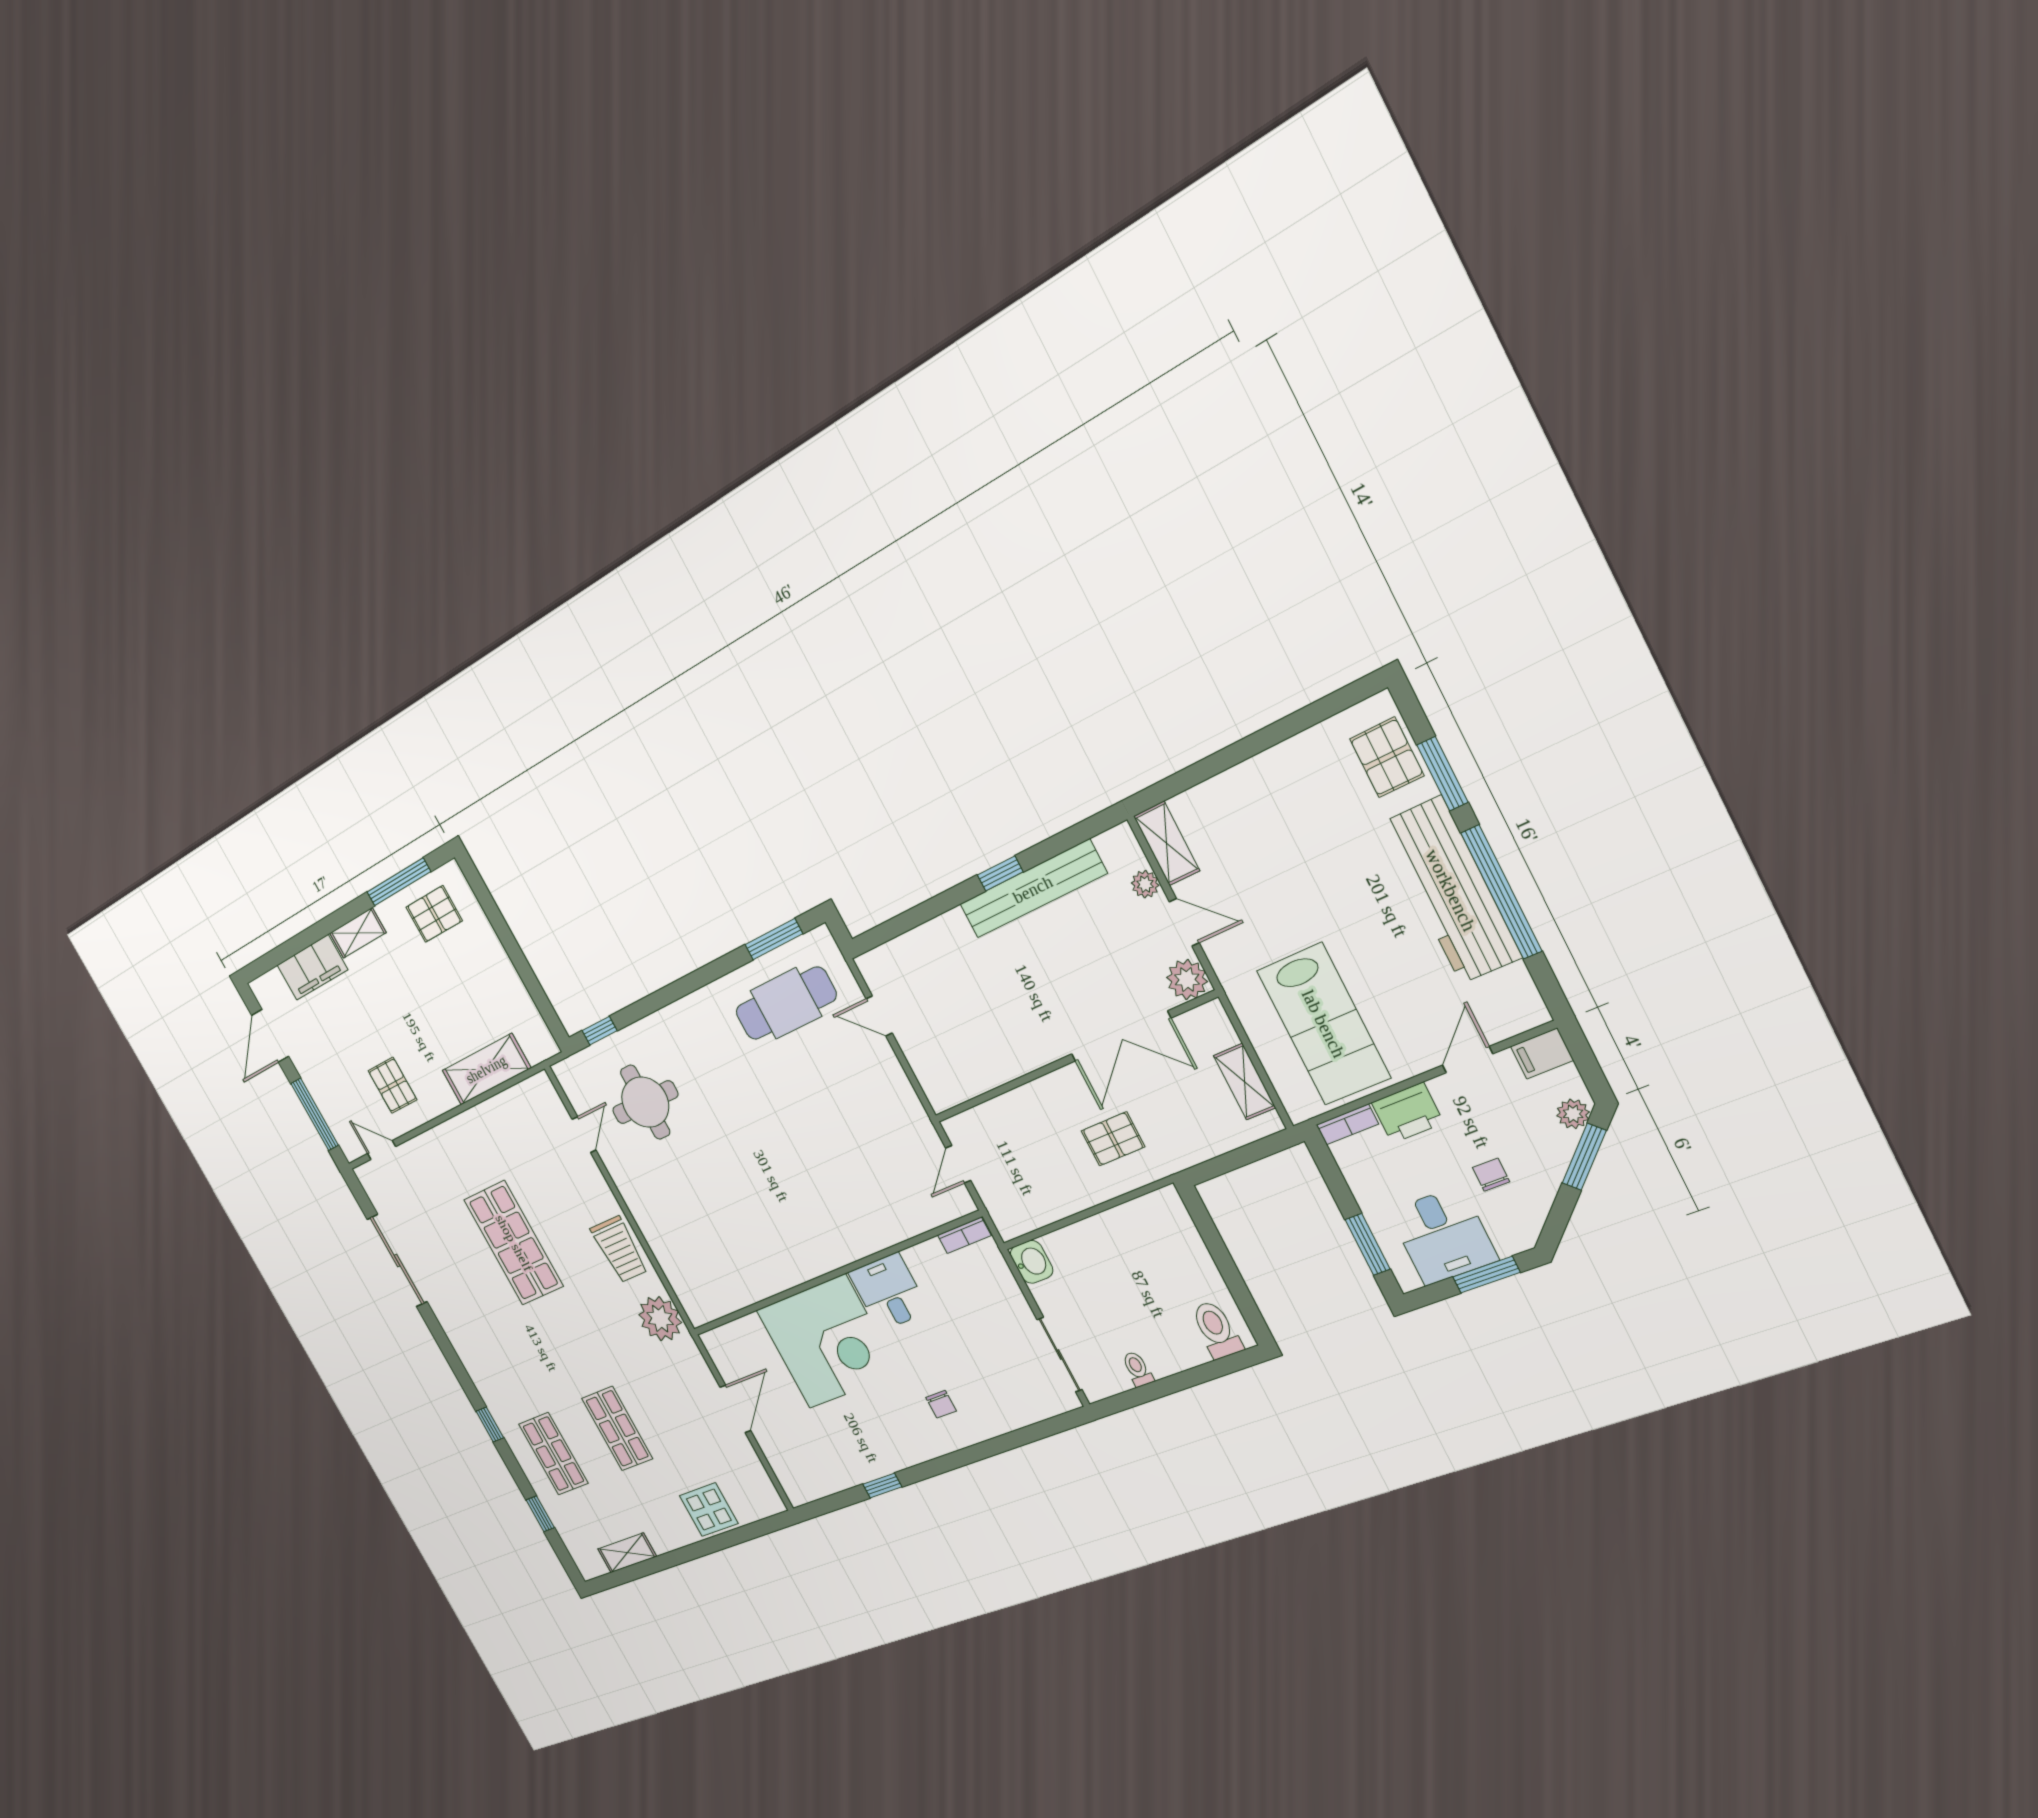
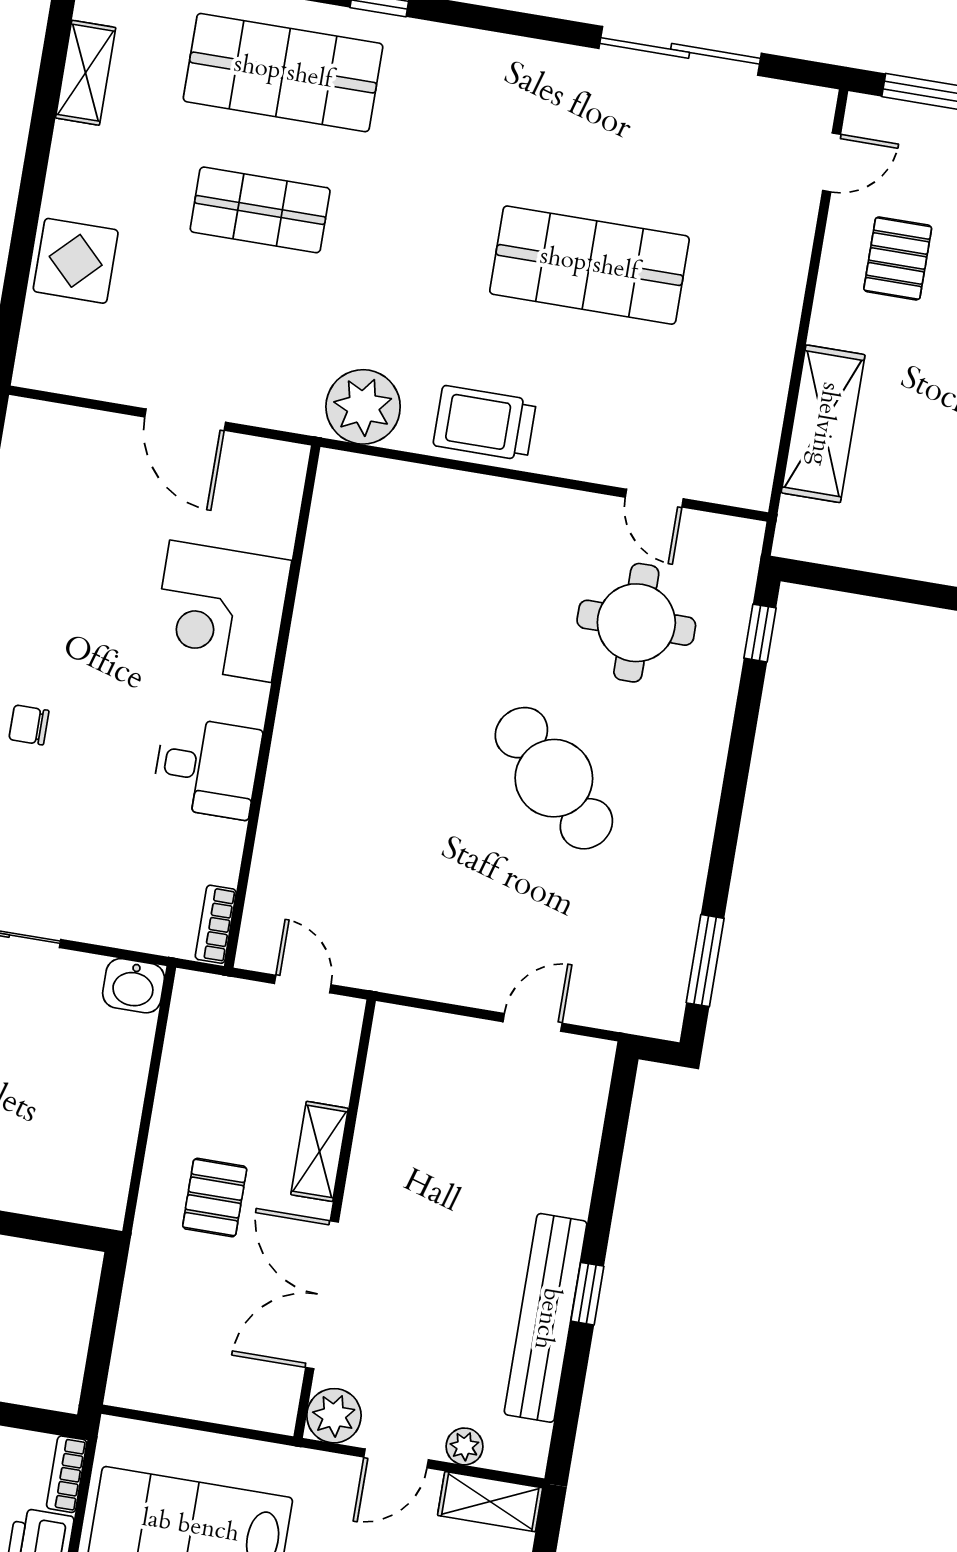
cafe table: (786, 1003) -> (554, 778), moved, turned -45
shelving: (1245, 1082) -> (320, 1151), moved, turned 90
pallet: (392, 1085) -> (898, 258), turned 90
corner desk: (827, 1342) -> (221, 611), width x0.74, depth x0.74
shop shelf: (553, 1454) -> (283, 73), width x1.43, depth x1.36

